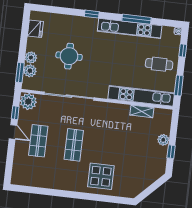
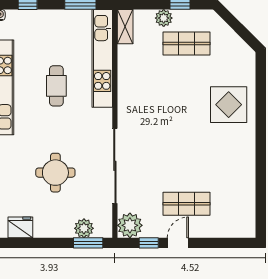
plant: (31, 58) -> (64, 229), removed
cafe table: (159, 64) -> (56, 86), moved
shelving: (142, 111) -> (125, 27), moved
shop shelf: (74, 145) -> (187, 44), moved

